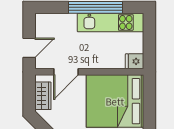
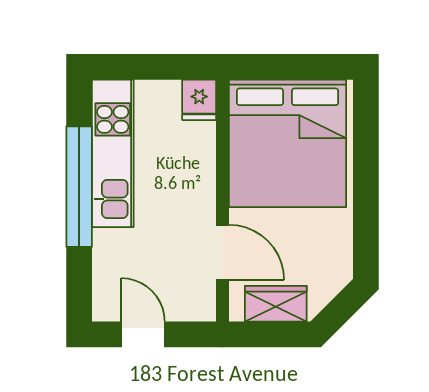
door: (29, 48) -> (143, 334), moved

